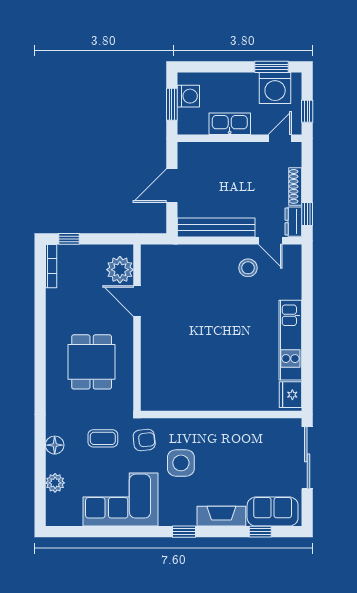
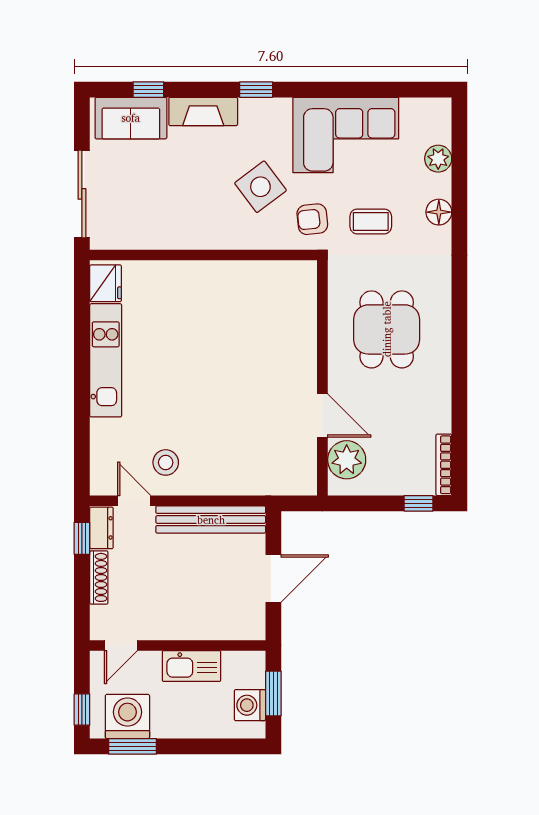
window: (307, 111) -> (82, 710), moved
side table: (181, 463) -> (260, 187), turned -37

